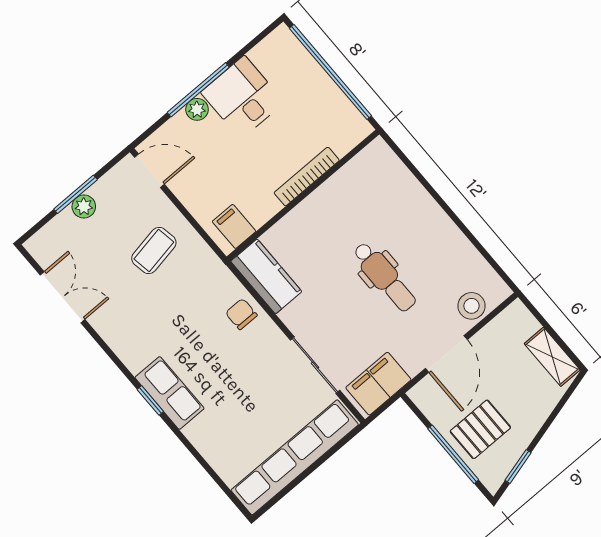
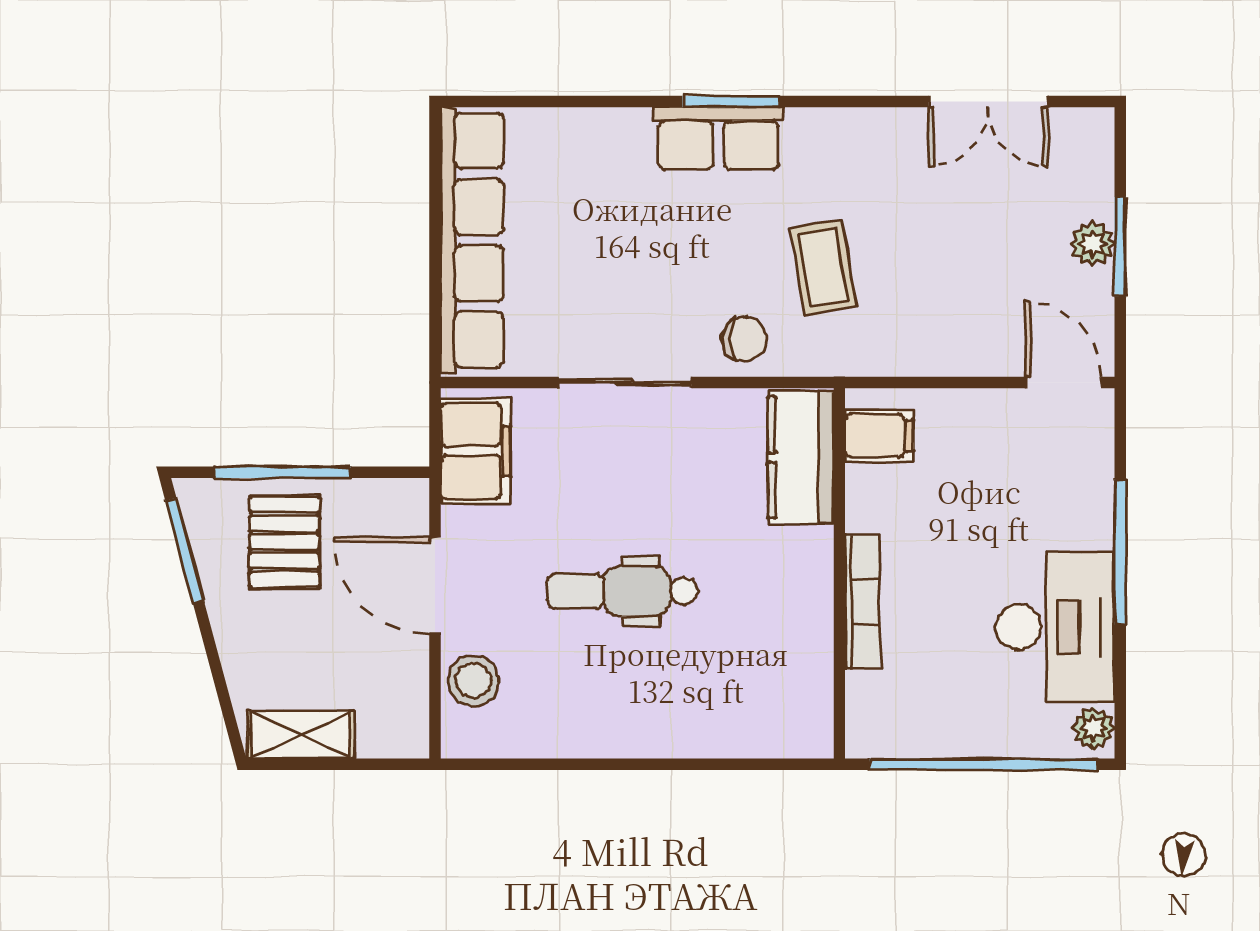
desk: (242, 97) -> (1055, 627), width x1.37
plant: (197, 109) -> (1094, 728), moved
door: (150, 171) -> (1063, 382), swing flipped
coffee table: (154, 251) -> (823, 267), moved
kitchen counter: (266, 276) -> (801, 457), moved, turned 90
sliding door: (315, 365) -> (625, 382), moved
window: (150, 401) -> (731, 102), width x1.50
window: (518, 466) -> (185, 551), width x1.50

